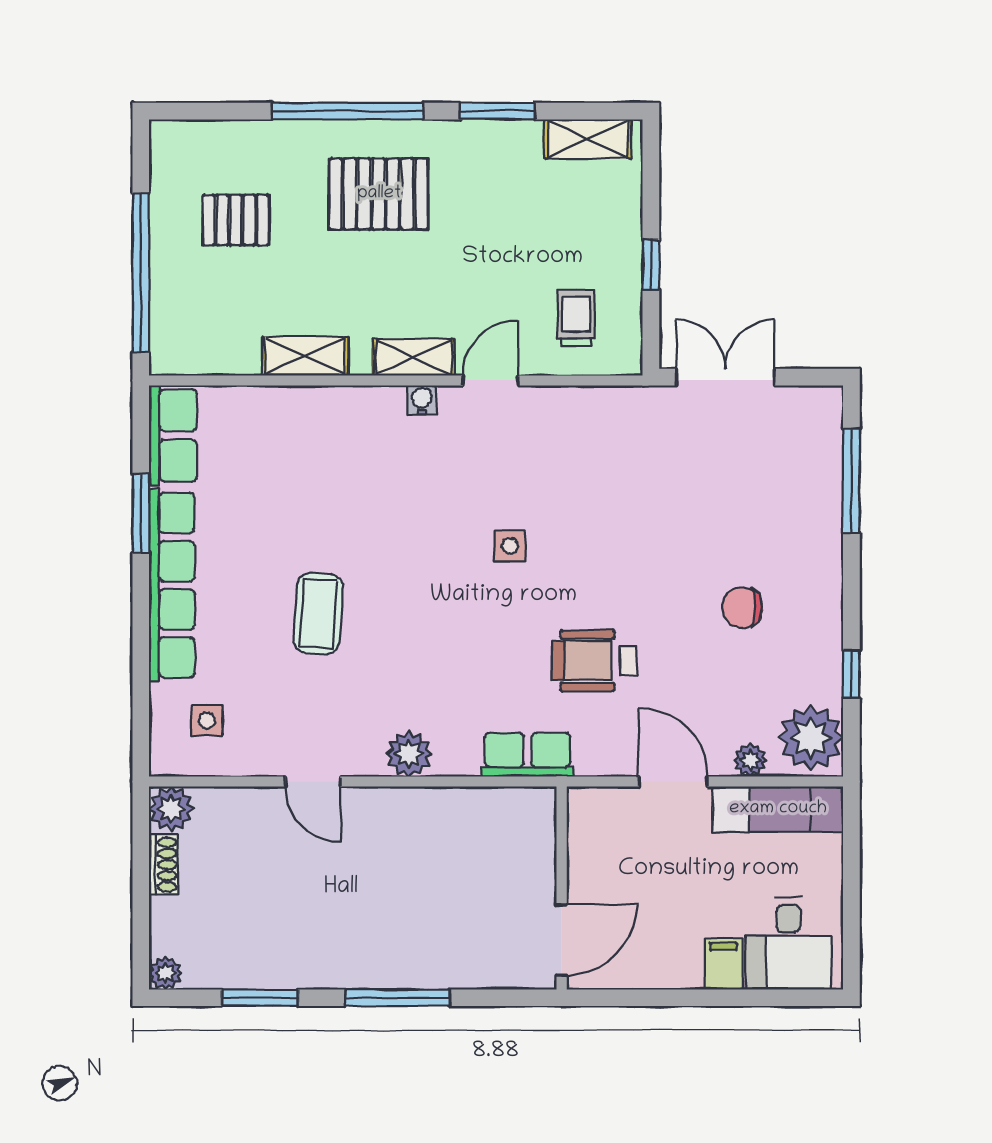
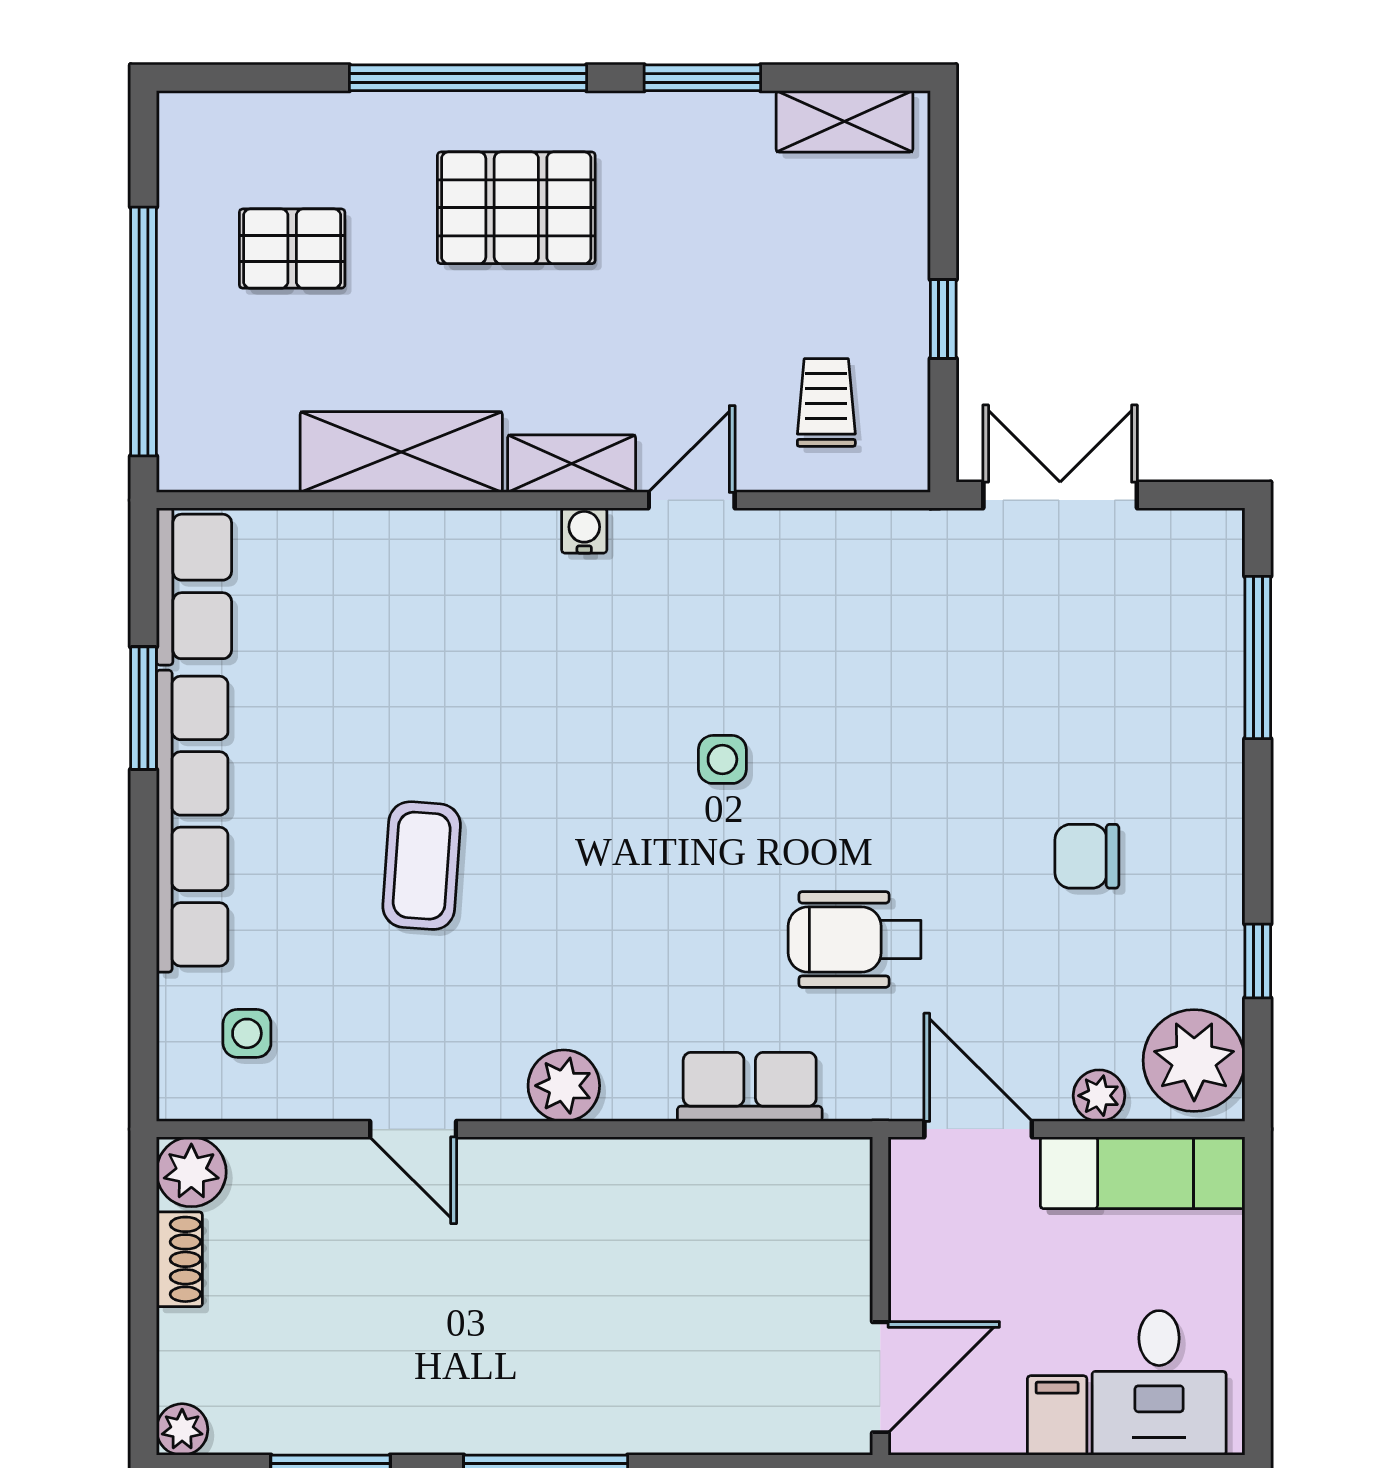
shelving: (305, 356) -> (401, 452), width x1.50, depth x1.33
wall: (562, 888) -> (880, 1296), moved
door: (562, 940) -> (880, 1377), moved

